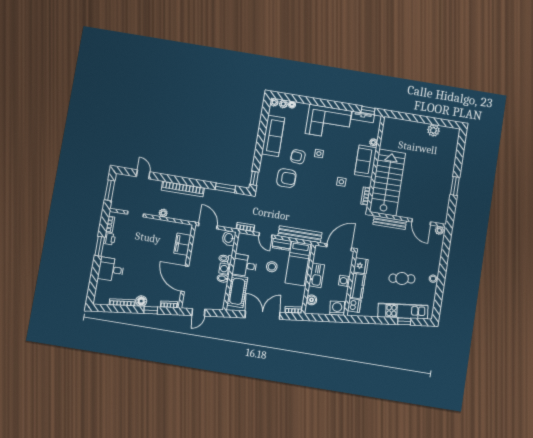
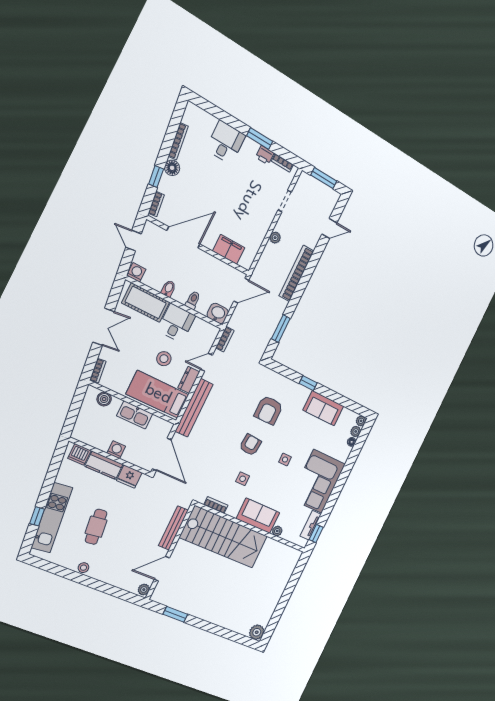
plant: (433, 130) -> (257, 632), moved
sofa: (273, 136) -> (323, 408), width x0.73
armchair: (298, 157) -> (250, 445), moved
window: (254, 178) -> (308, 383), moved
window: (455, 186) -> (175, 614), moved
washing machine: (225, 269) -> (136, 272), moved
washing machine: (337, 308) -> (82, 430), removed
double door: (263, 315) -> (103, 327), width x0.73

